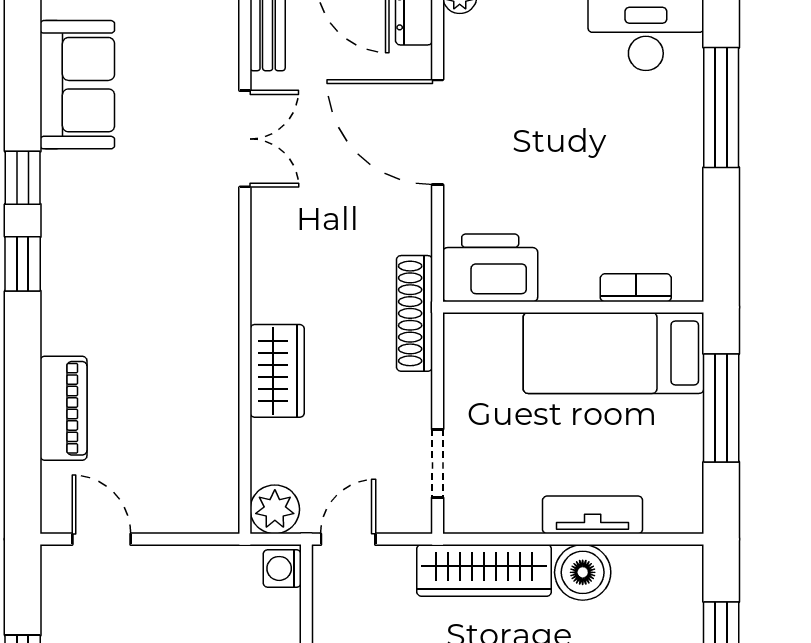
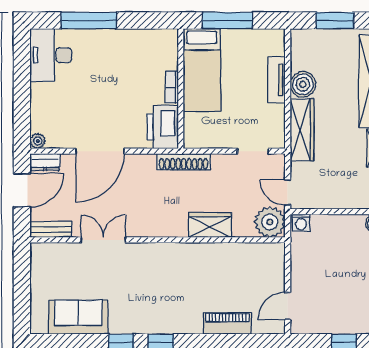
bookcase: (636, 288) -> (172, 87), moved
plant: (275, 509) -> (270, 222), width x1.36, depth x1.36

